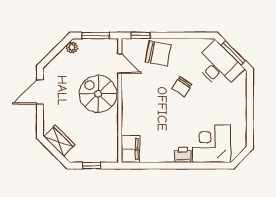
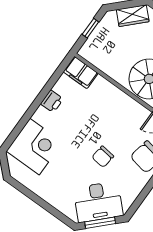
chair: (182, 87) -> (103, 157), turned -116
printer: (183, 155) -> (52, 101), moved

